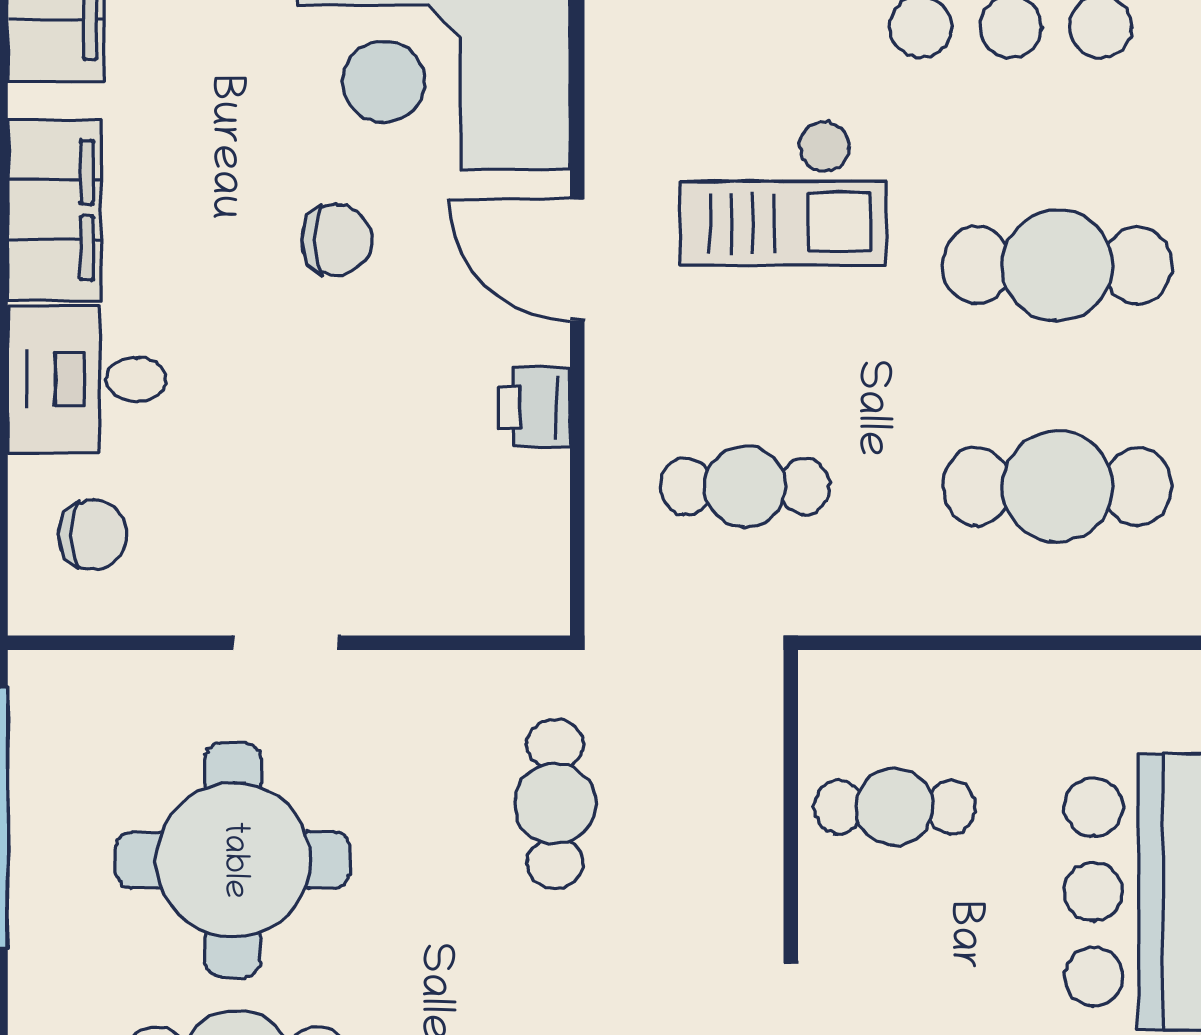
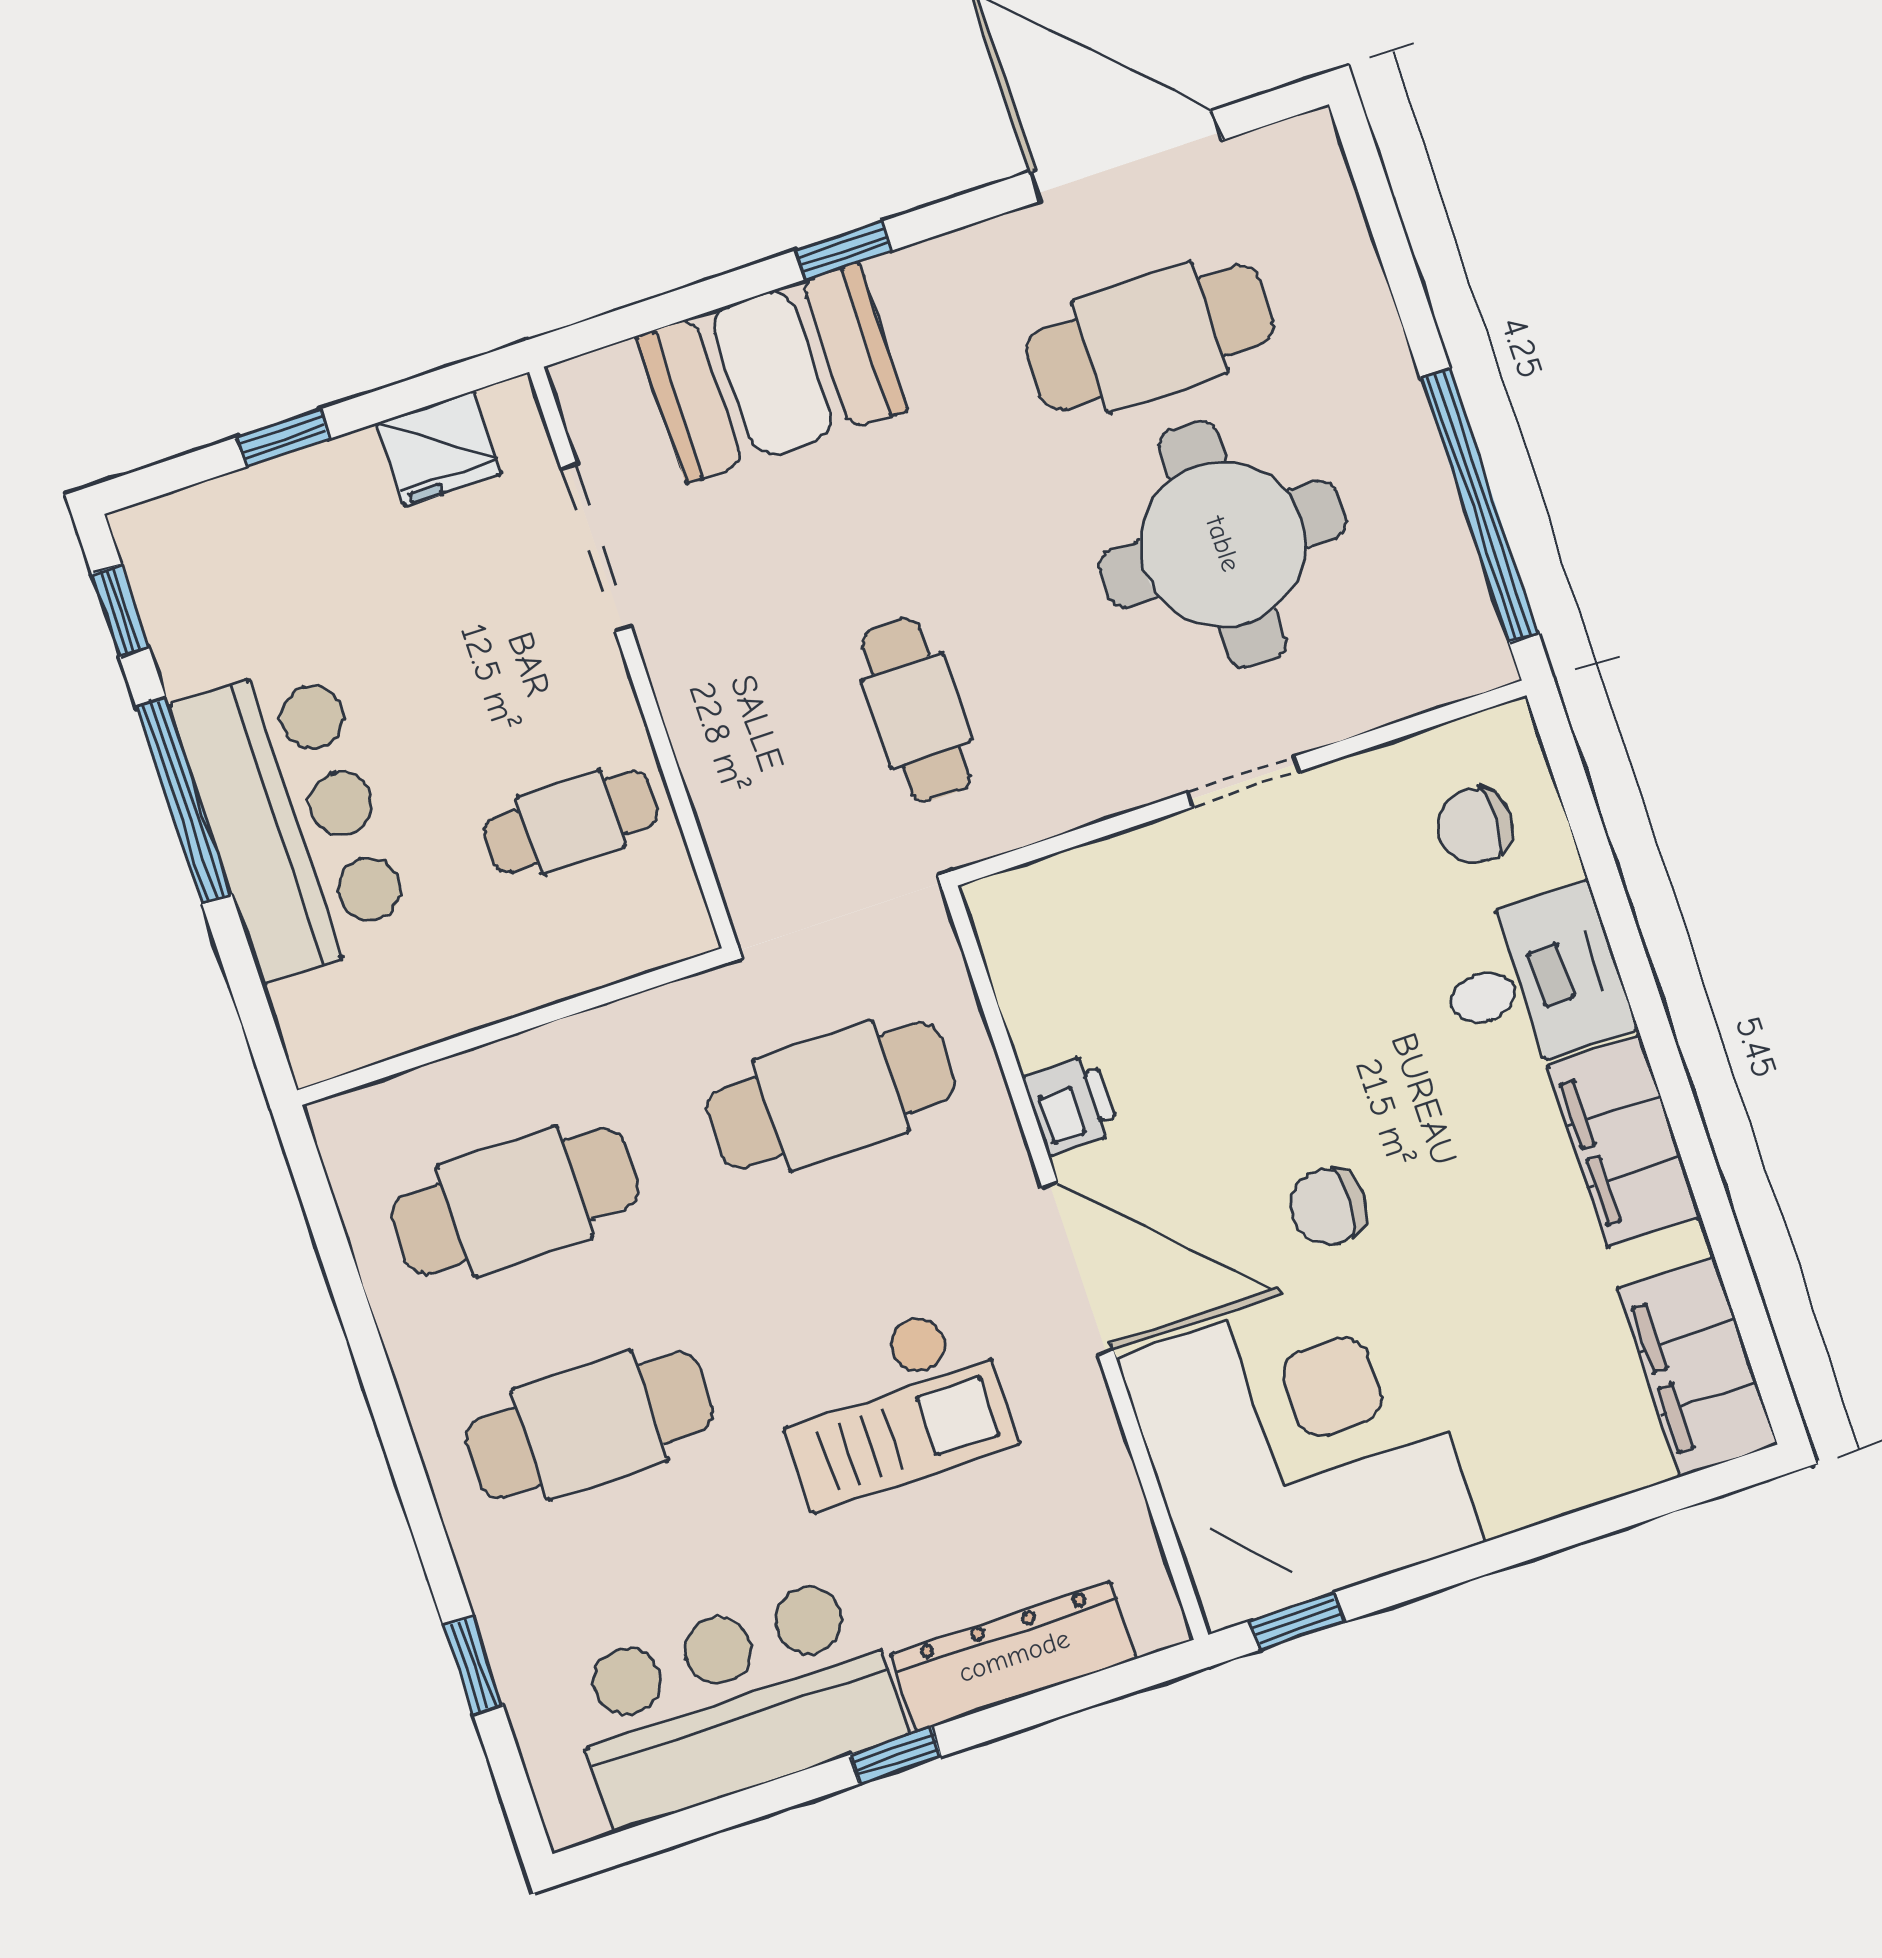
checkout: (783, 193) -> (892, 1406), turned 180
door: (577, 260) -> (1078, 1268), width x1.36
cafe table: (745, 486) -> (831, 1096), width x1.37, depth x1.35

